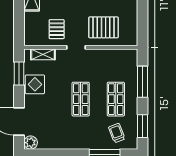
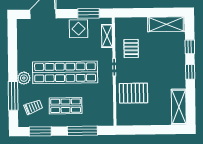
pallet: (104, 27) -> (133, 93), turned 90
pallet: (57, 29) -> (131, 49), turned 90
shop shelf: (81, 99) -> (65, 72), width x2.00, depth x1.36
plant: (31, 143) -> (24, 78), moved

